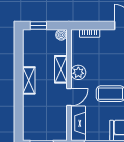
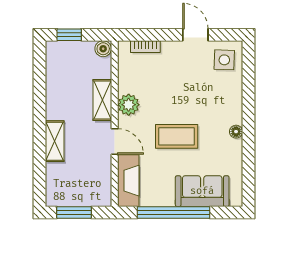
shelving: (29, 80) -> (55, 141), moved
door: (69, 97) -> (115, 142), hinge flipped

